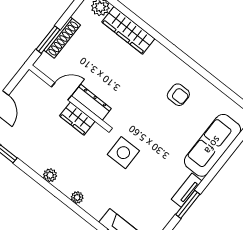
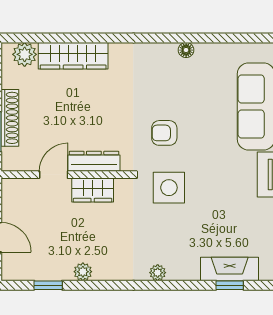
floor lamp: (197, 79) -> (186, 50), added
armchair: (178, 95) -> (164, 133), moved, turned 180
plant: (50, 175) -> (83, 272), moved

